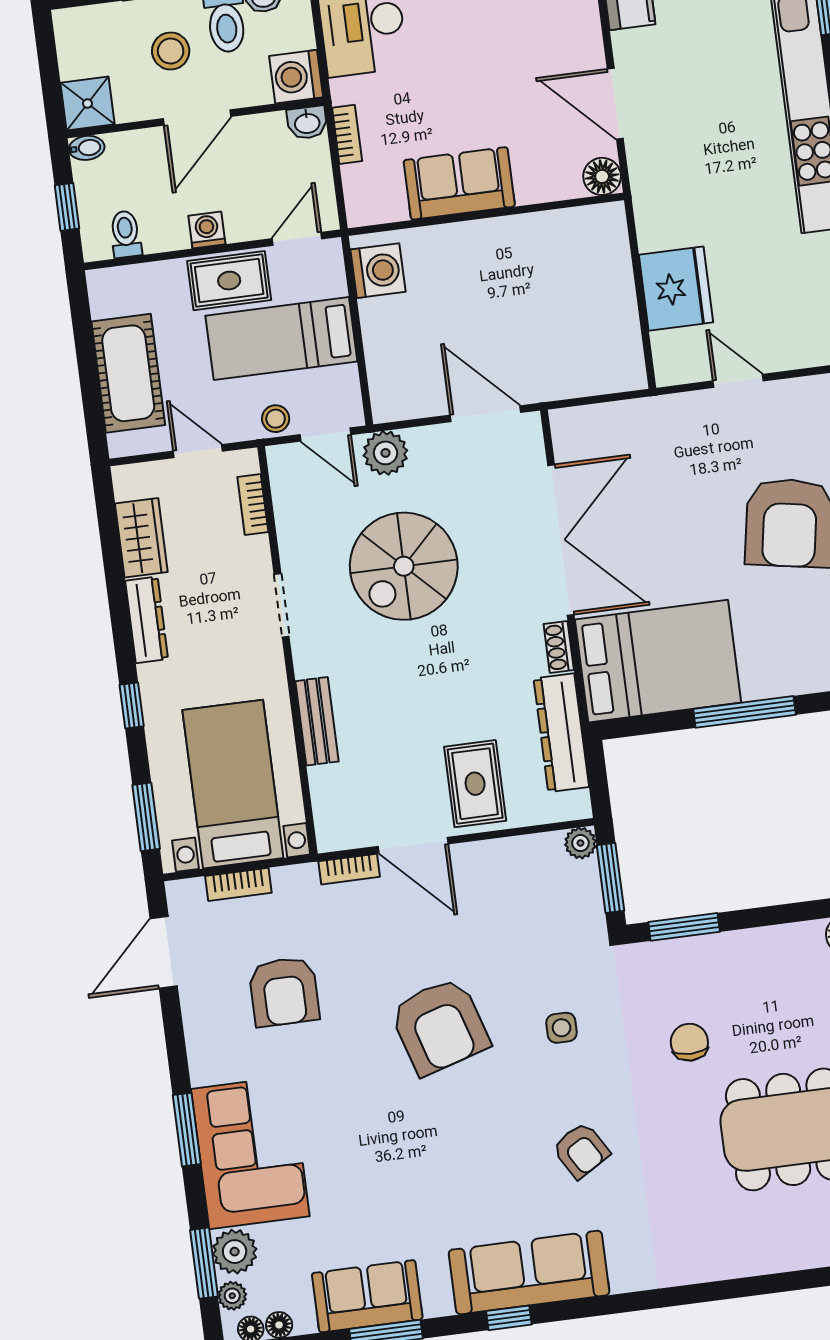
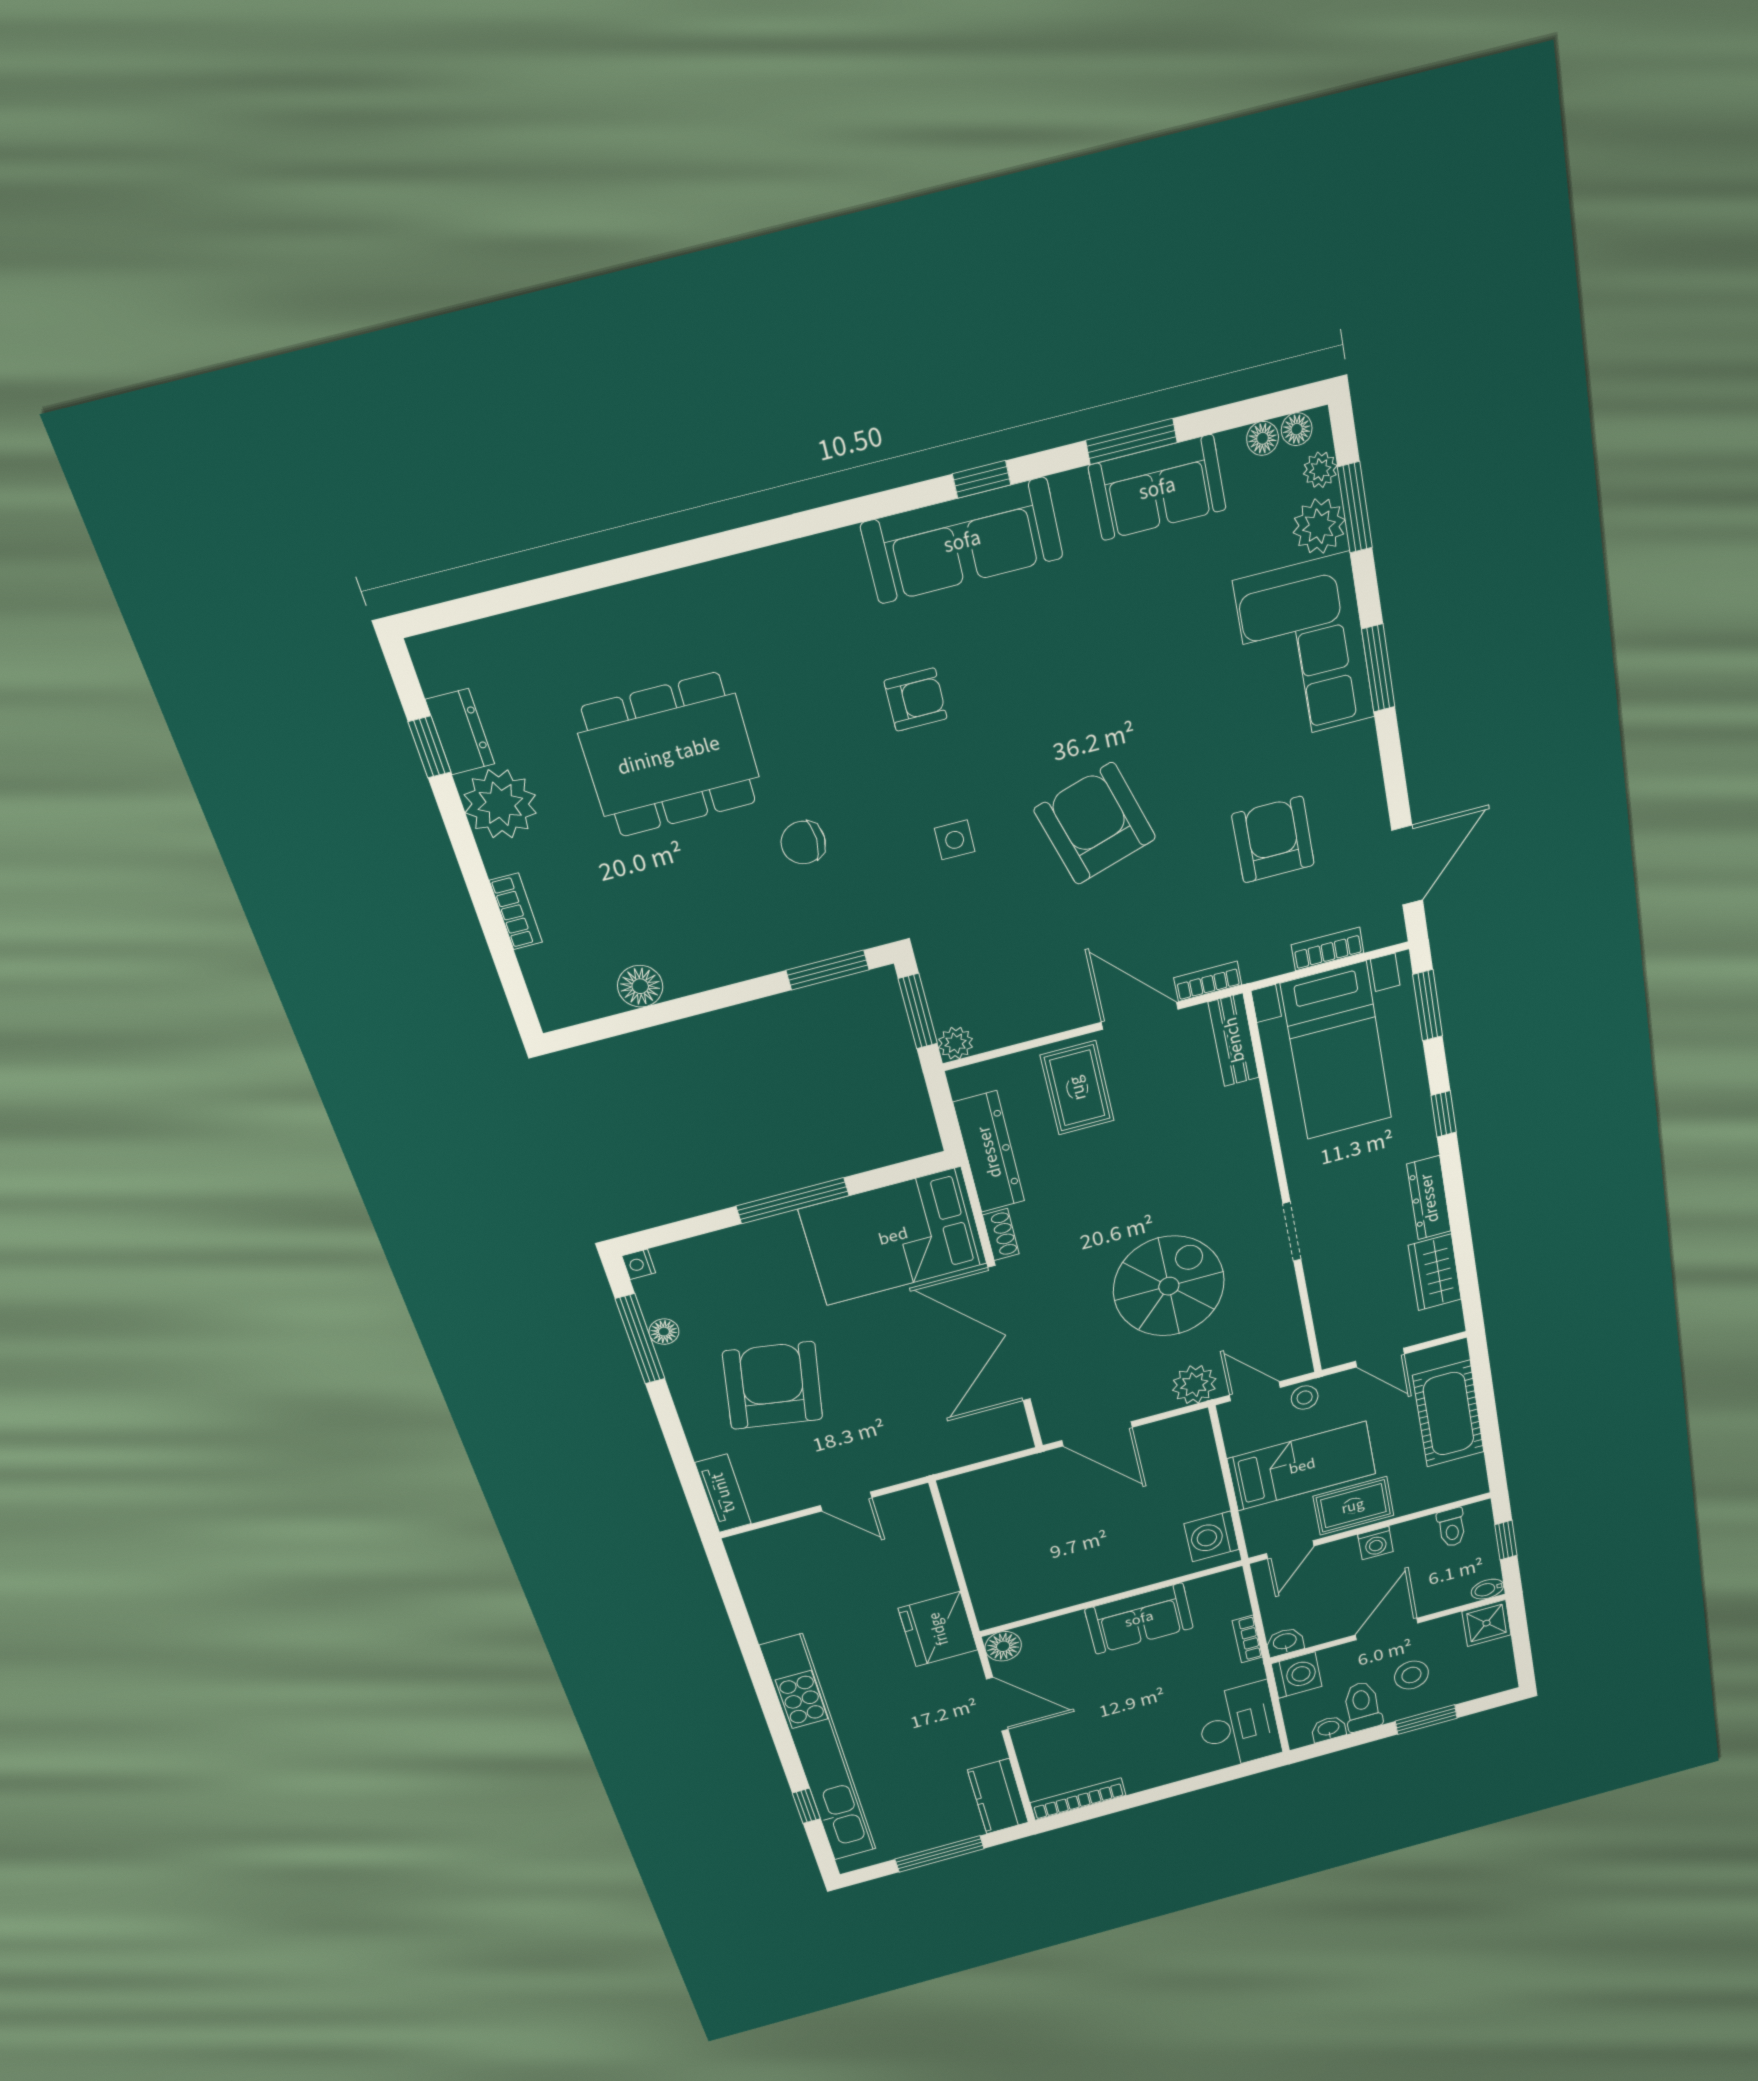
fridge: (676, 289) -> (938, 1629), moved
bookcase: (253, 505) -> (1324, 1319), removed
bench: (317, 721) -> (1234, 1040), moved
chair: (689, 1042) -> (803, 843), turned 90
armchair: (581, 1150) -> (916, 700), turned 121

